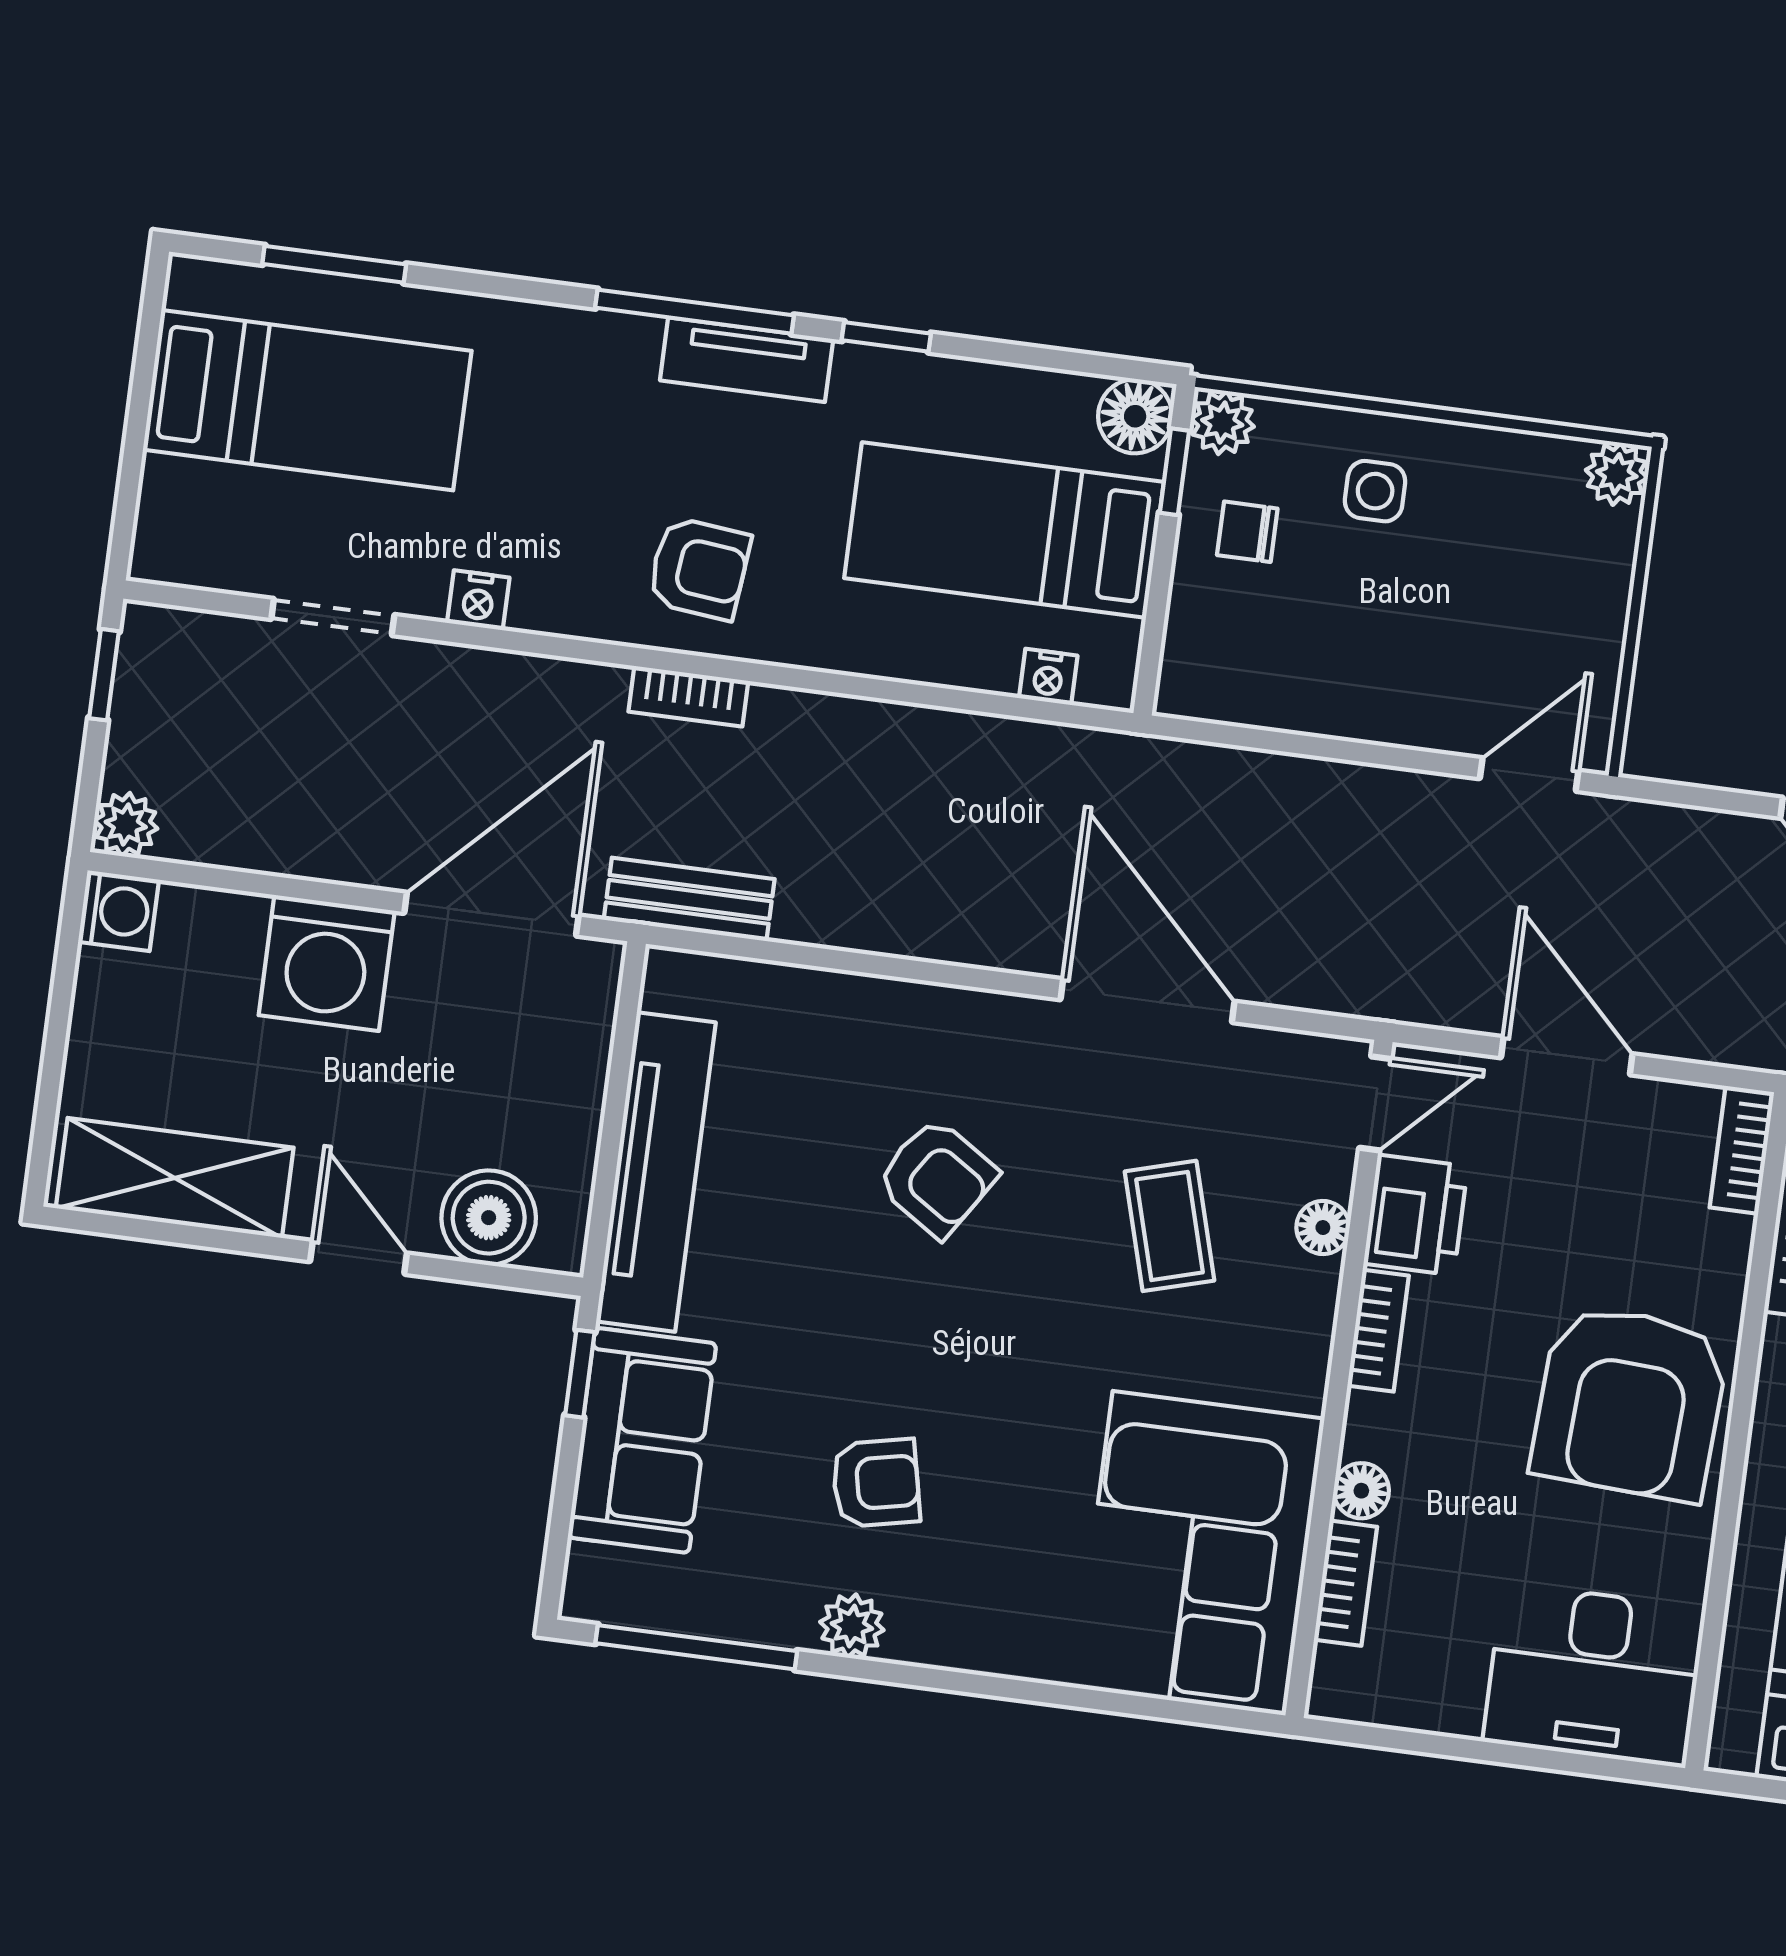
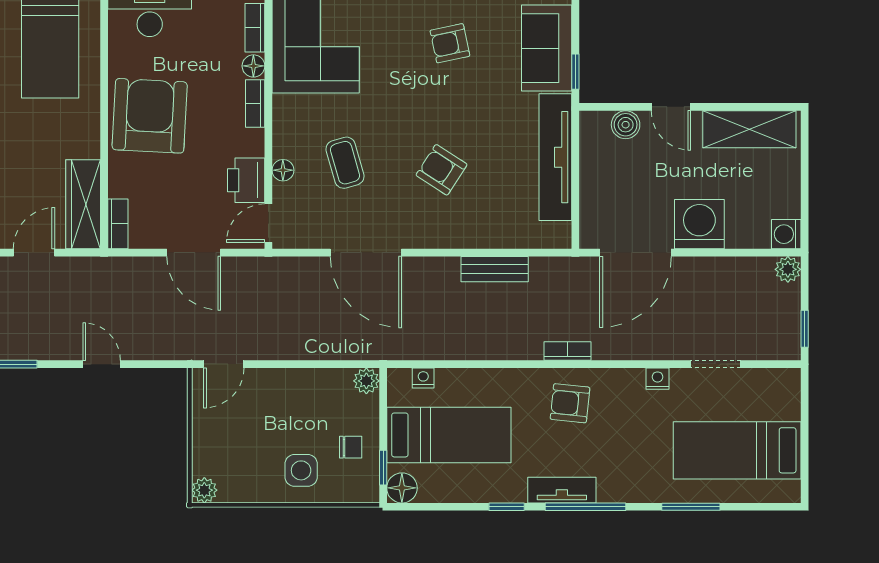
window: (334, 264) -> (691, 507), moved
plant: (1222, 423) -> (366, 381), moved
side table: (1375, 491) -> (301, 470), width x1.37, depth x1.37
bench: (689, 899) -> (495, 269), moved
boiler: (489, 1218) -> (626, 125), width x0.73, depth x0.73
bookcase: (1378, 1331) -> (255, 104), moved

